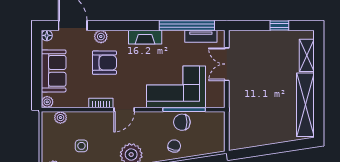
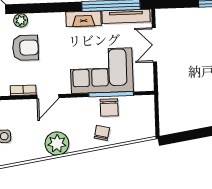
tv unit: (201, 36) -> (126, 16), width x1.41
fireplace: (145, 37) -> (84, 19), moved
chair: (182, 122) -> (109, 108), turned -90

